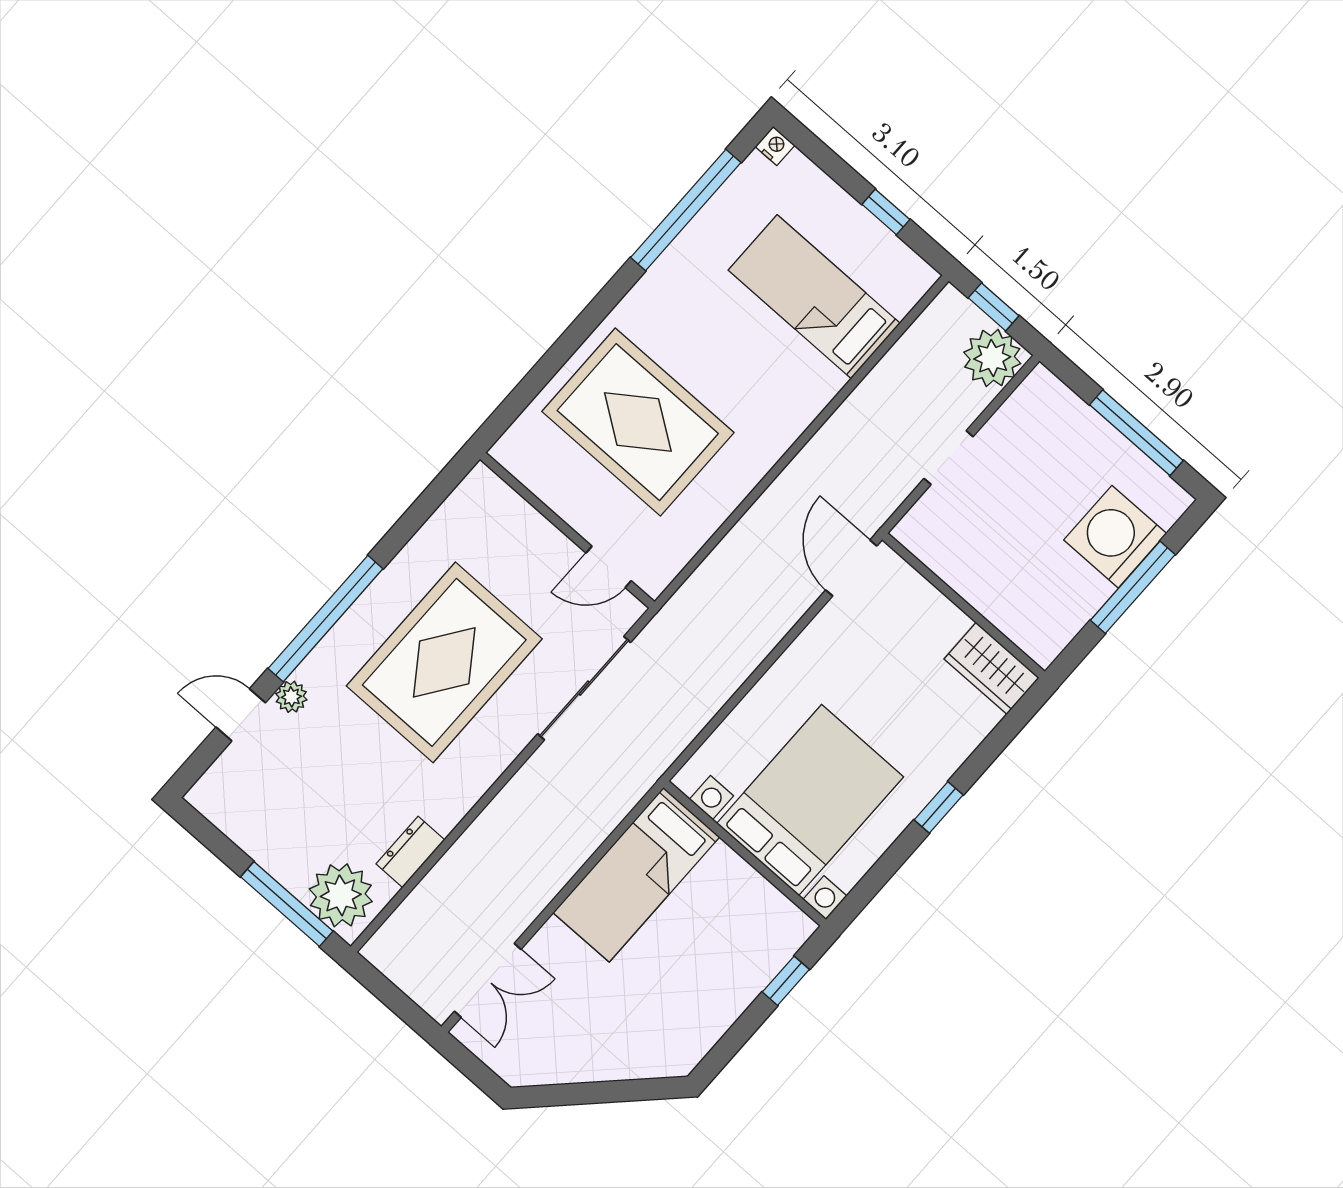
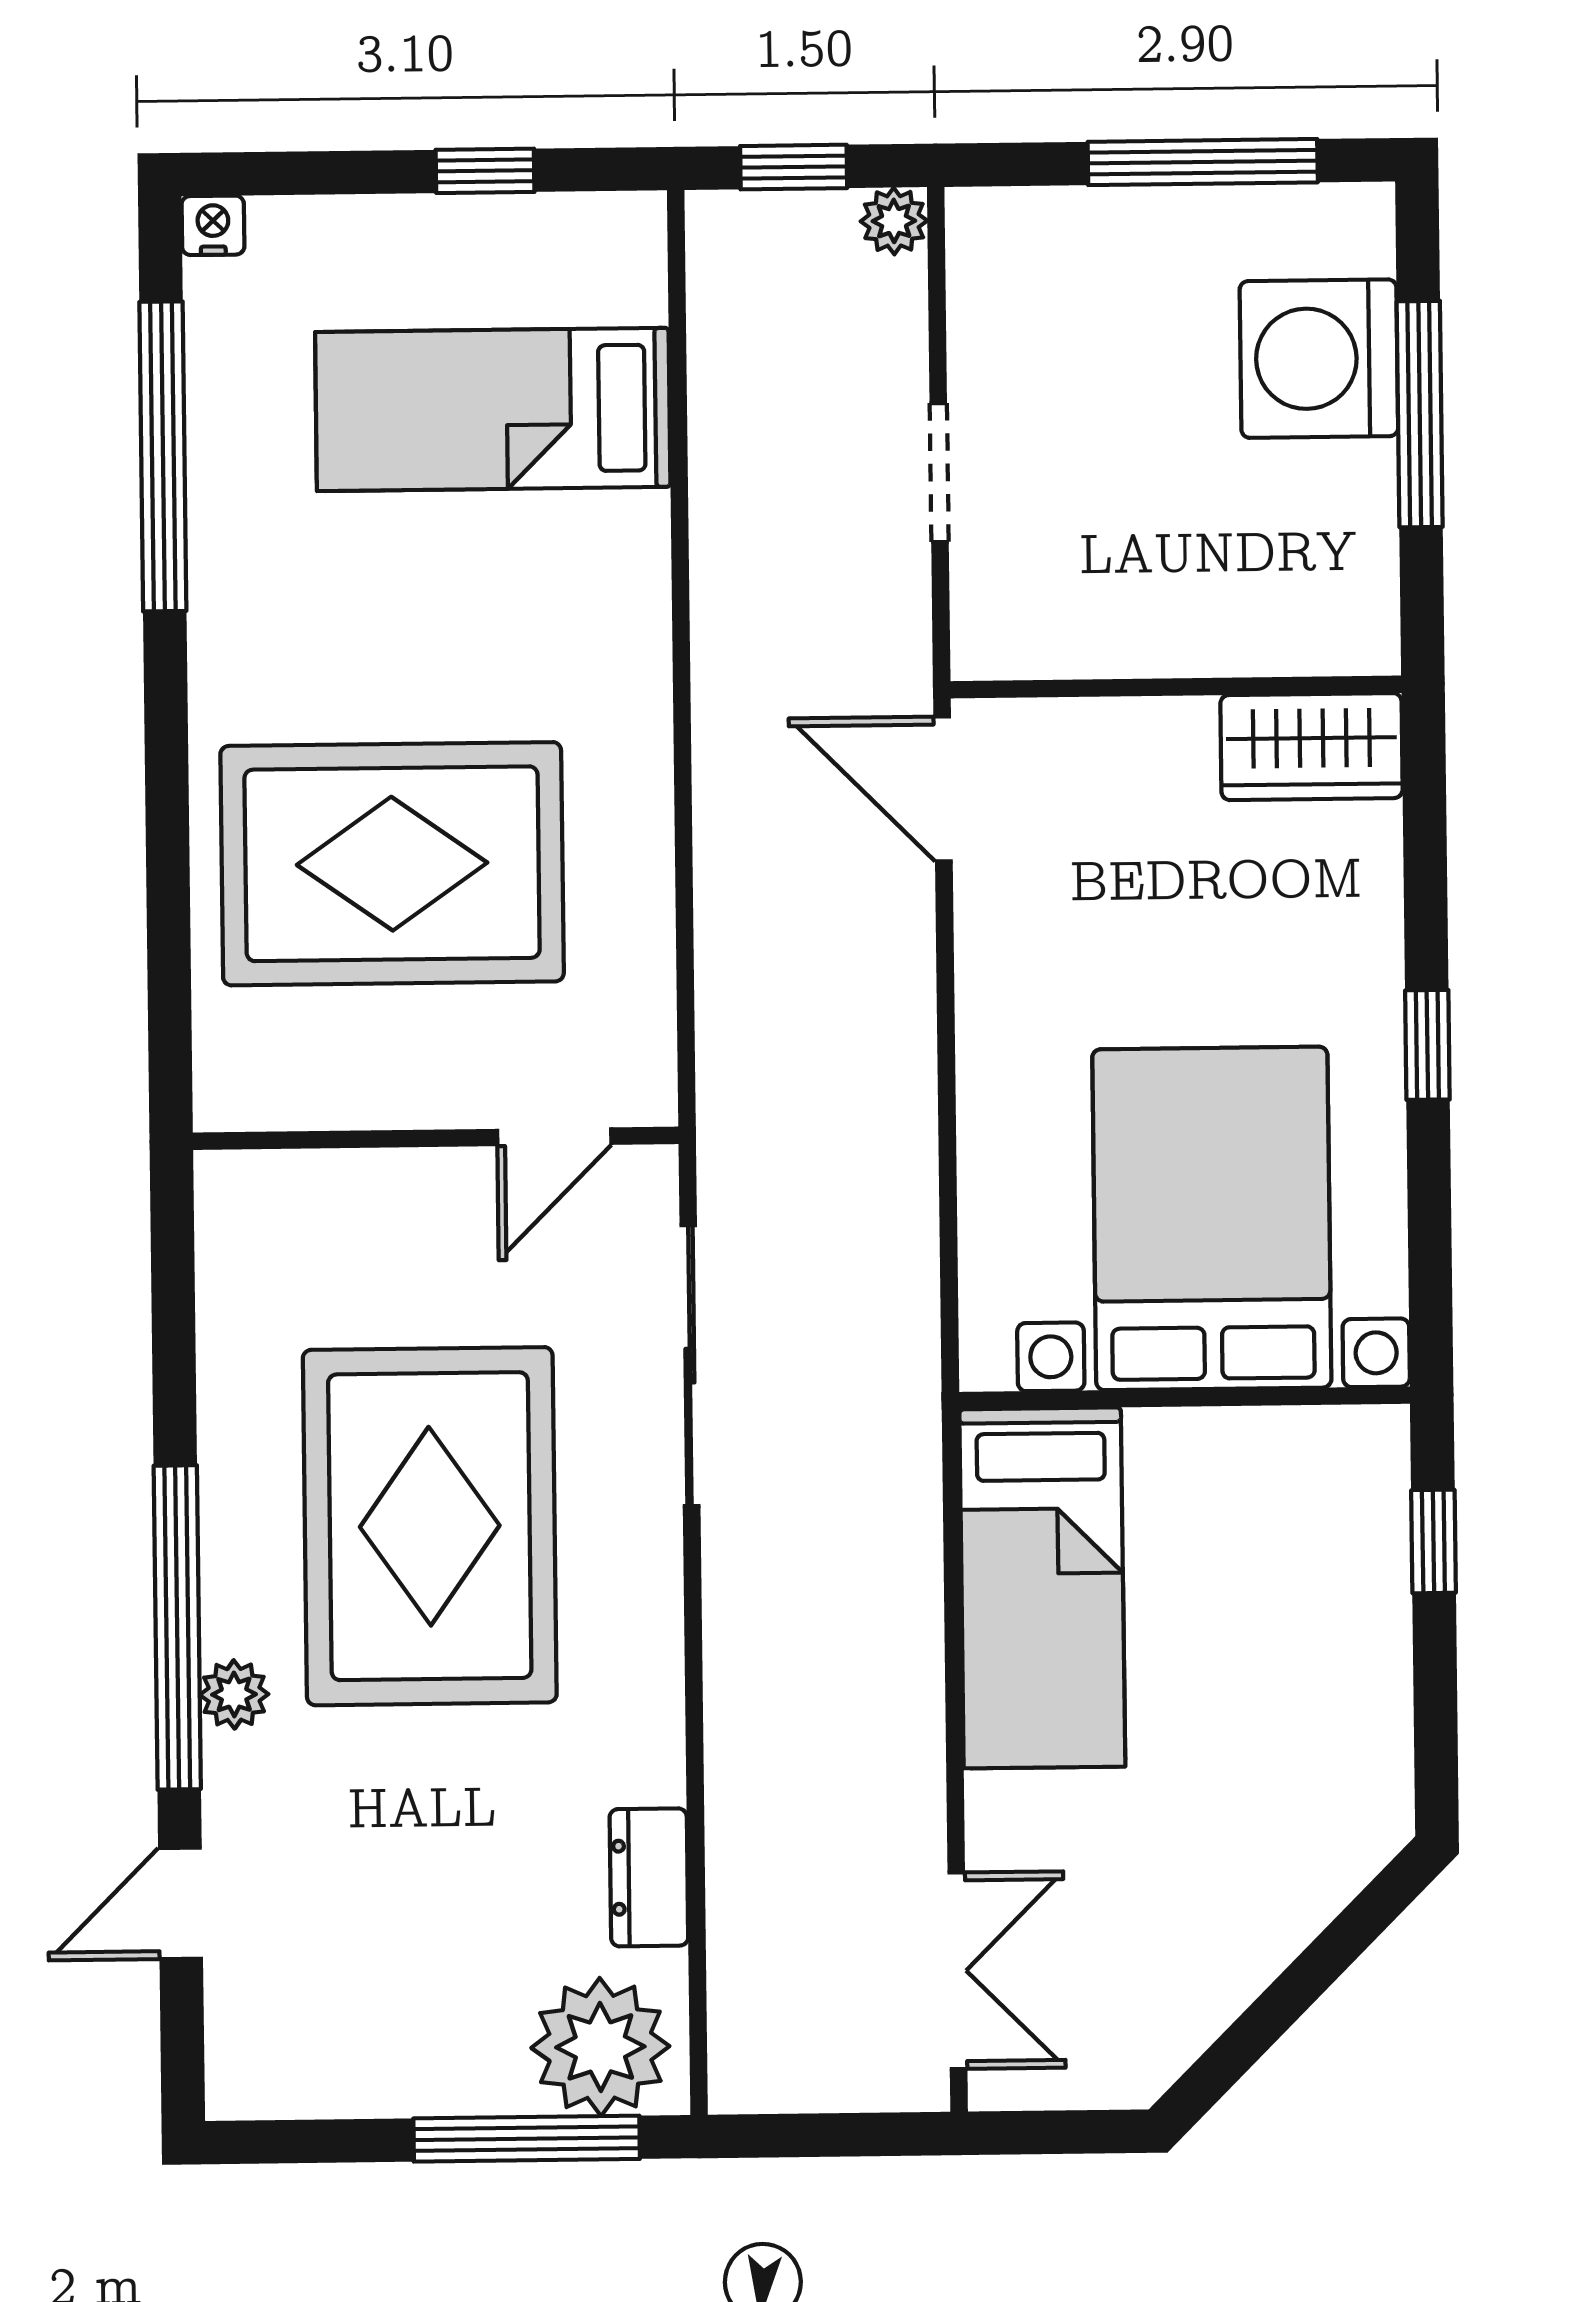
plant: (992, 358) -> (894, 221), width x0.53, depth x0.53
plant: (291, 697) -> (234, 1694), moved

